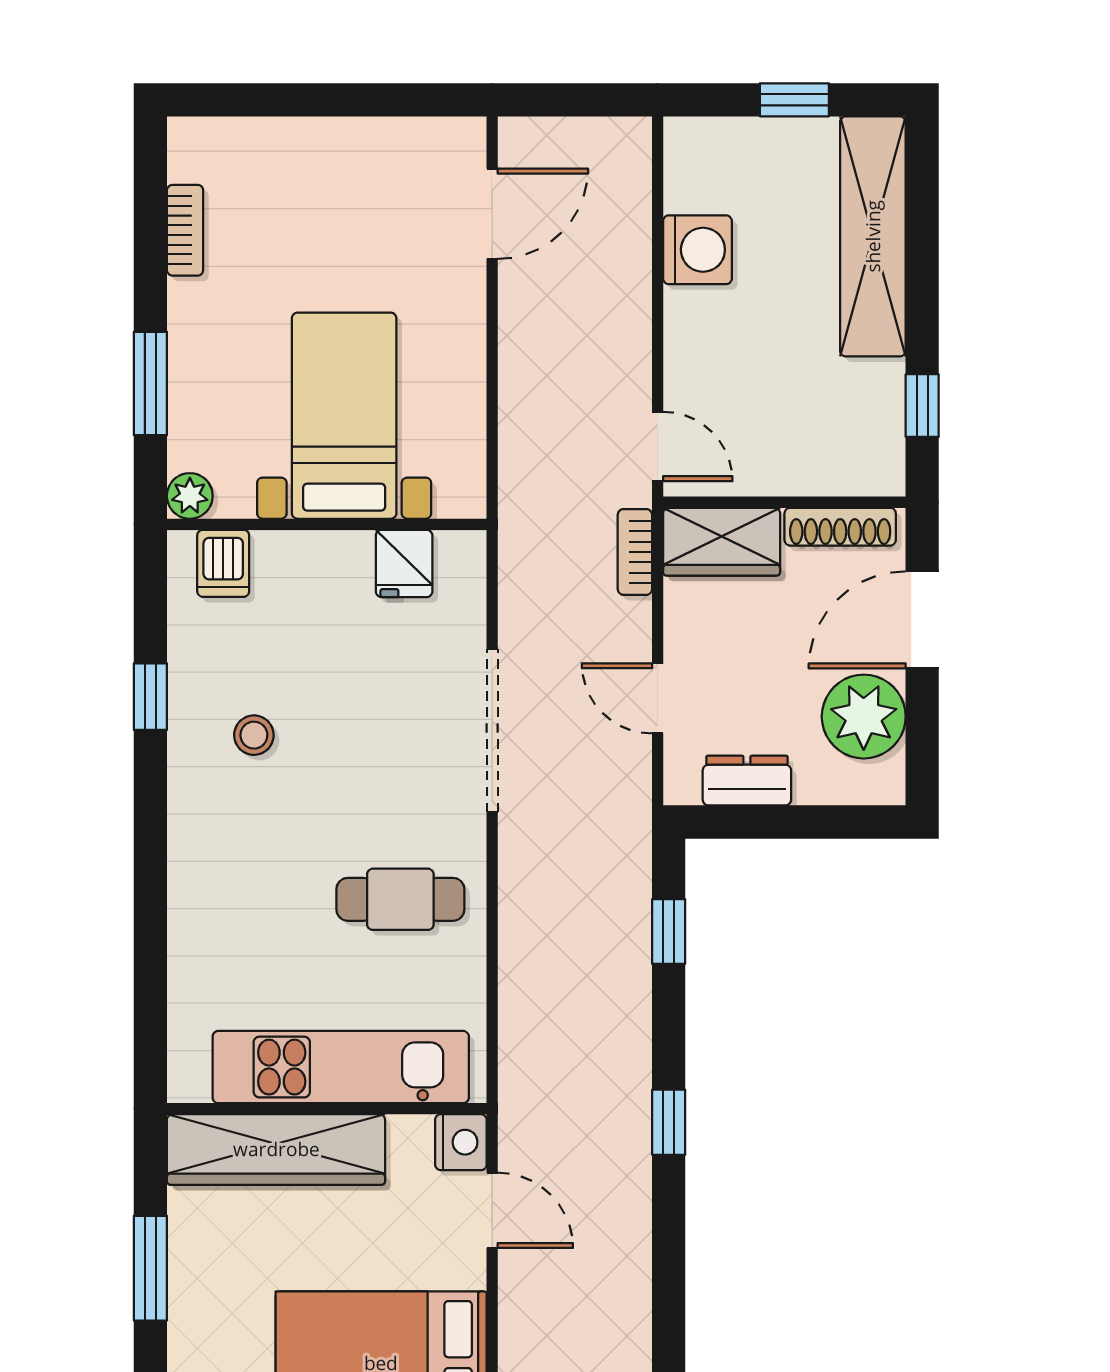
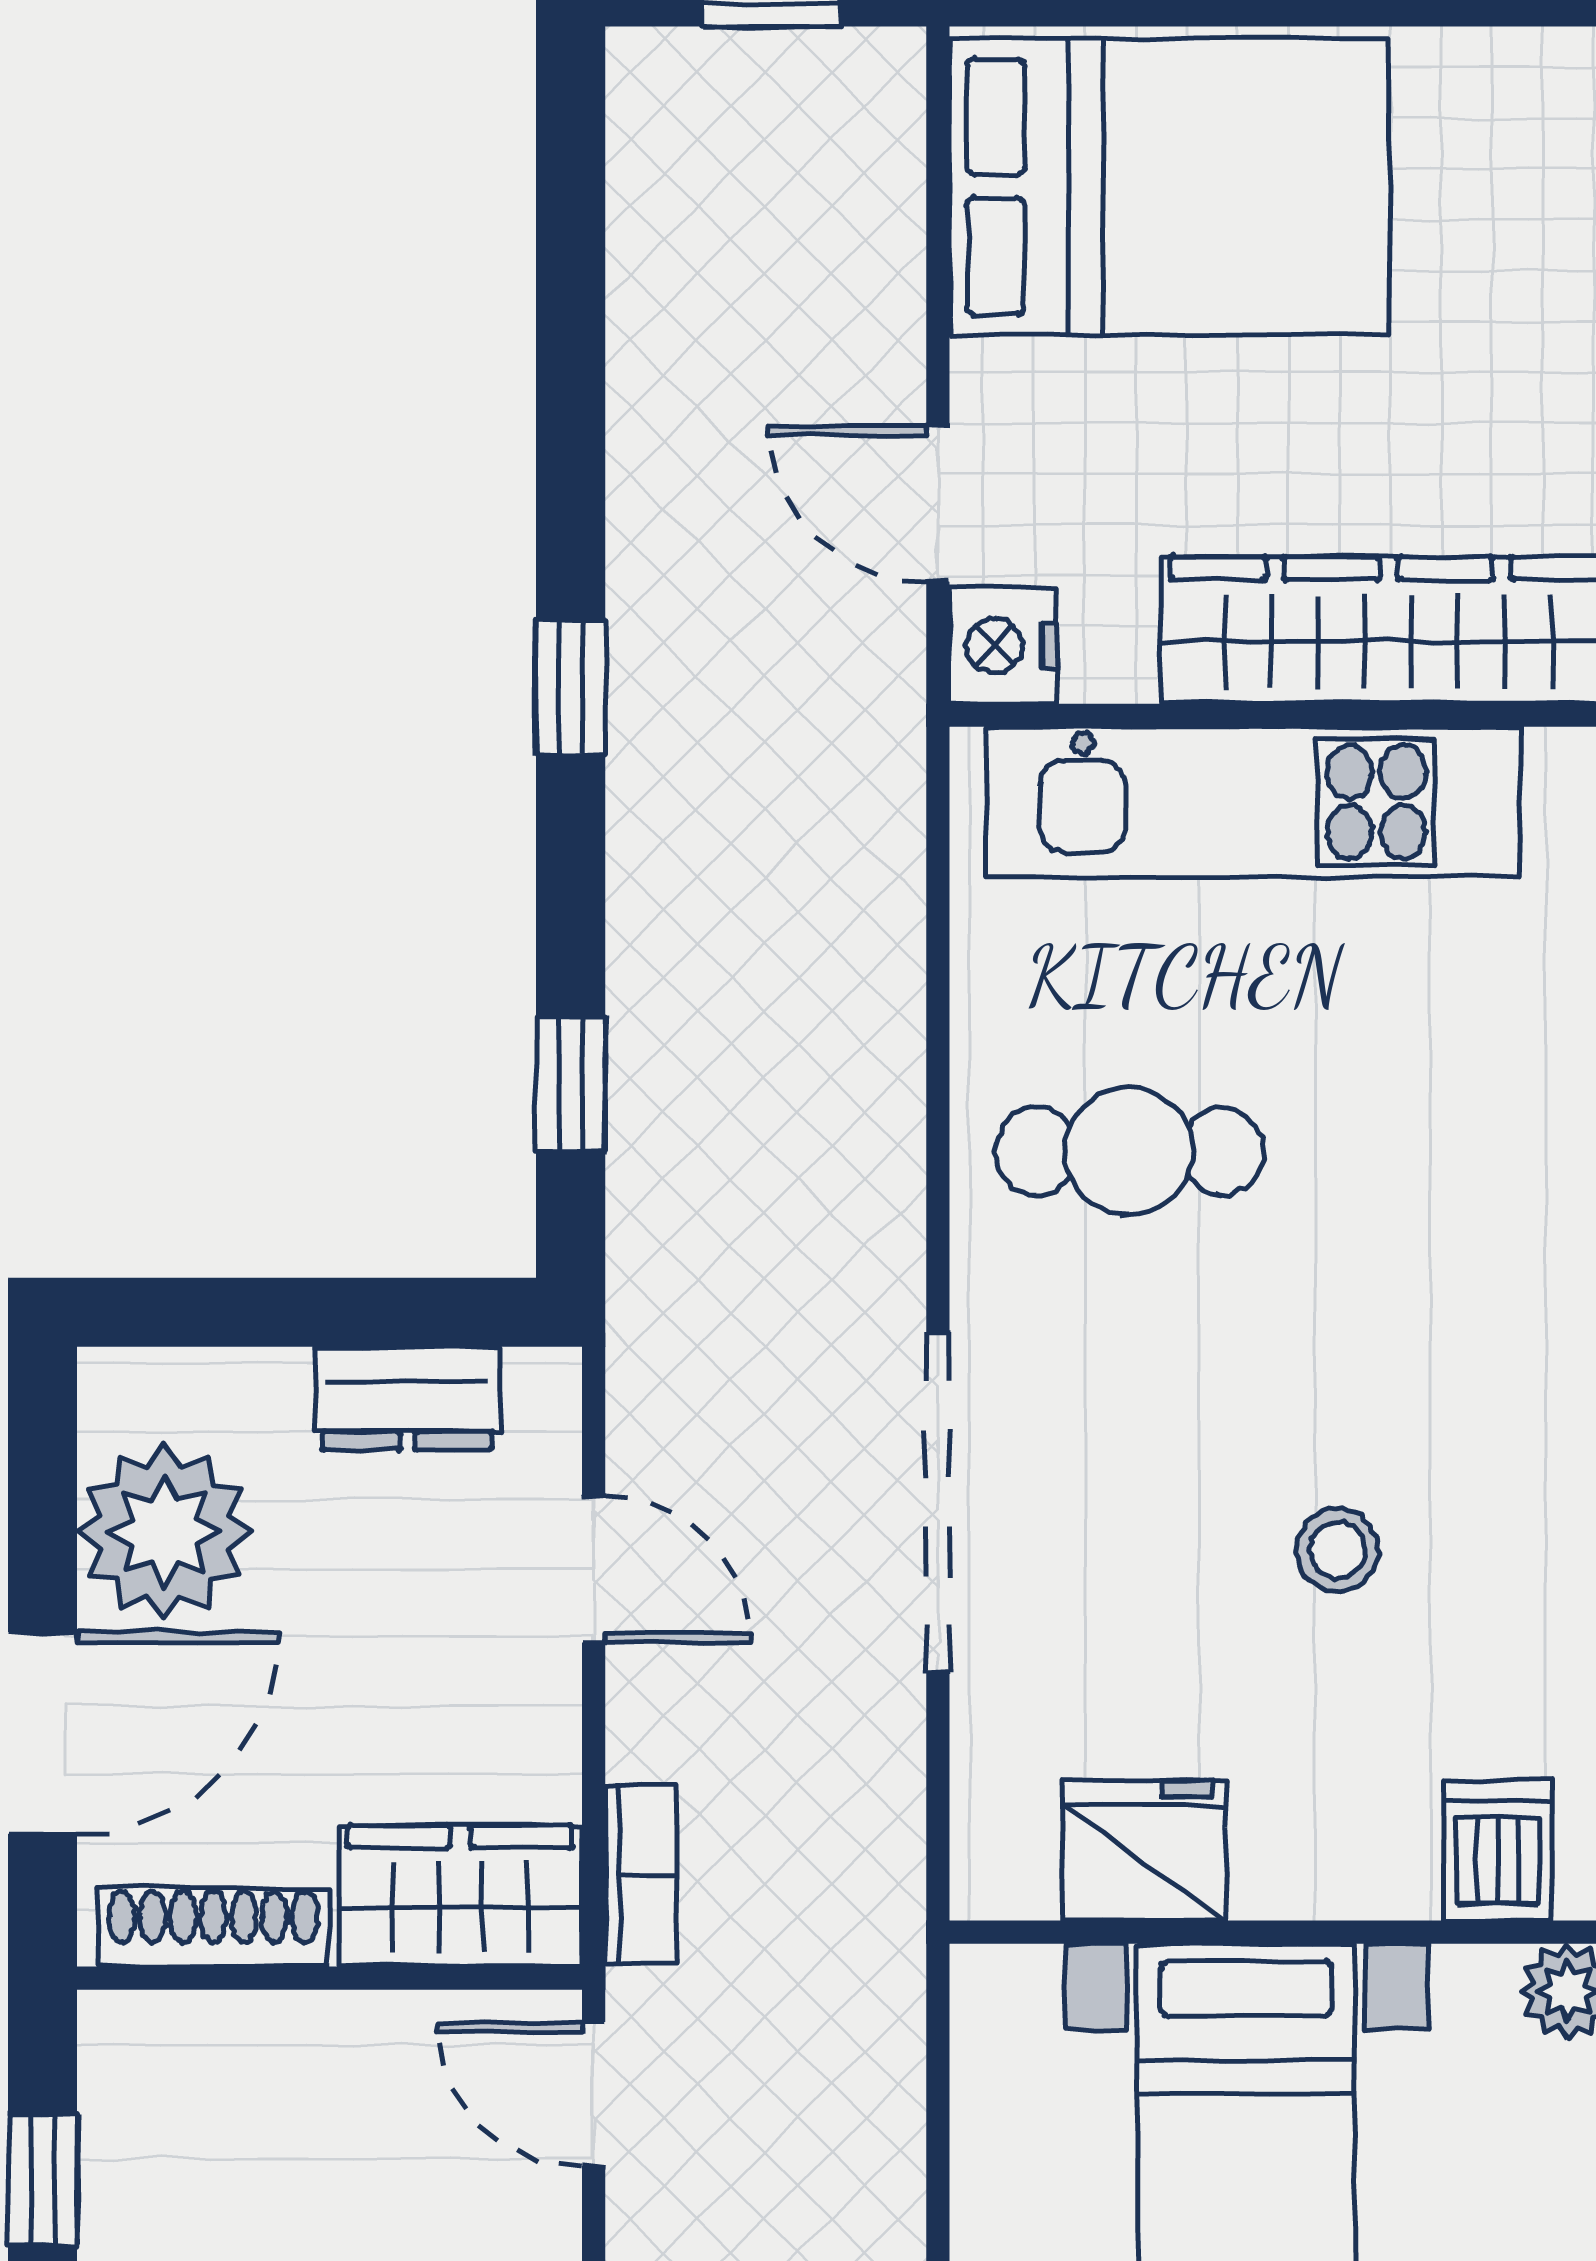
fridge: (404, 563) -> (1144, 1851), width x1.38
stool: (254, 735) -> (1338, 1550), moved

